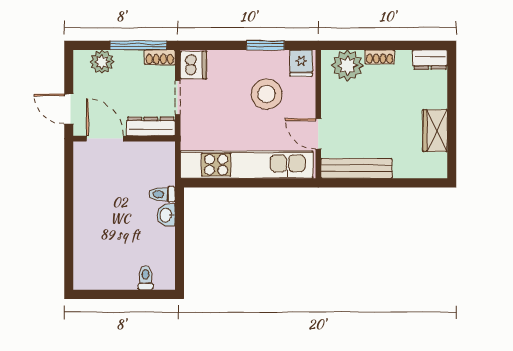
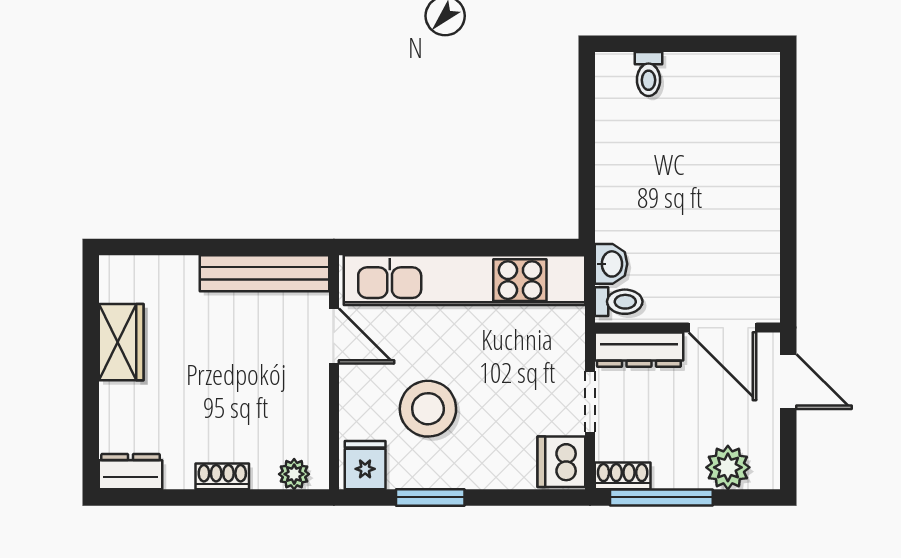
plant: (348, 65) -> (294, 474), width x0.53, depth x0.53
toilet: (162, 194) -> (619, 302), moved
washbasin: (166, 215) -> (611, 264), moved

